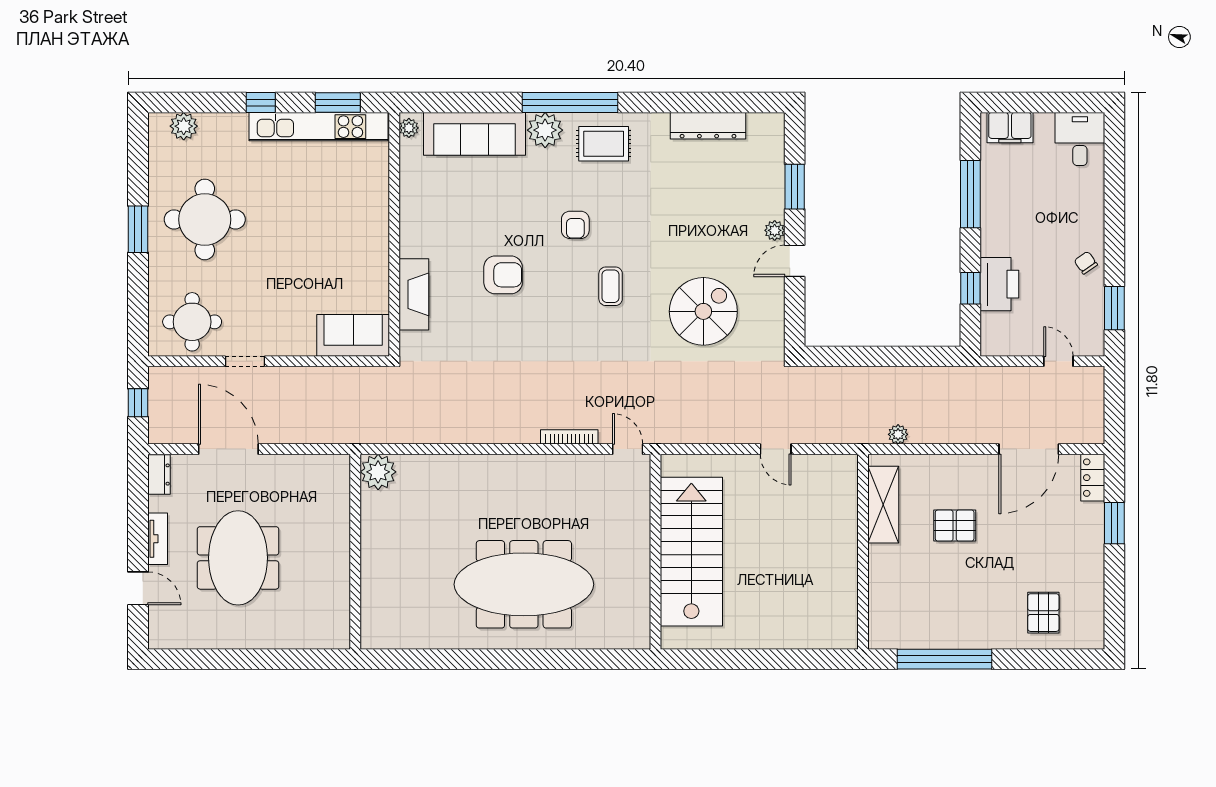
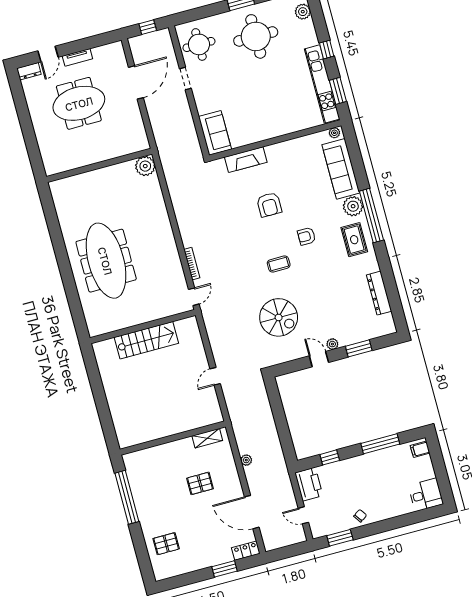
filing cabinet: (1010, 128) -> (420, 449), width x0.50
printer: (999, 284) -> (309, 484), moved, turned -90
door: (1058, 361) -> (303, 515), swing flipped
plant: (898, 434) -> (246, 460), moved
dresser: (159, 475) -> (29, 71), moved
shelving: (883, 505) -> (207, 438), width x0.67, depth x0.75
pallet: (955, 526) -> (200, 483), turned 90
stairs: (691, 552) -> (146, 340), width x0.73, depth x0.66

